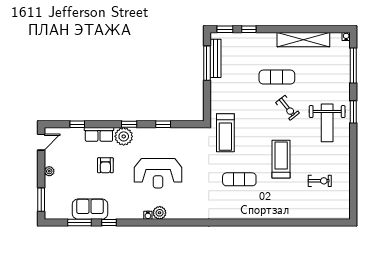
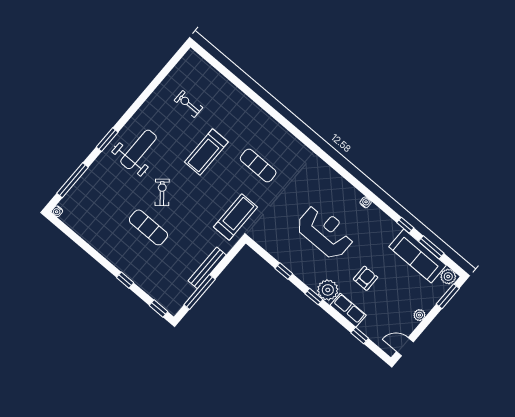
window: (249, 29) -> (125, 280), moved
shelving: (303, 40) -> (97, 241), removed
bench: (216, 58) -> (207, 268), moved
sofa: (90, 209) -> (418, 256), width x1.36
plant: (160, 213) -> (448, 277), moved

